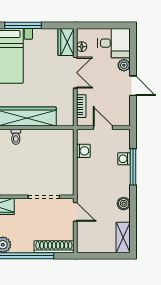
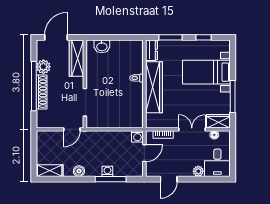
window: (23, 25) -> (233, 97), moved
double door: (75, 73) -> (192, 129), swing flipped
door: (133, 86) -> (169, 179), moved
washing machine: (83, 151) -> (137, 136), moved
washing machine: (124, 159) -> (107, 171), moved
shoe rack: (54, 247) -> (42, 92), moved

